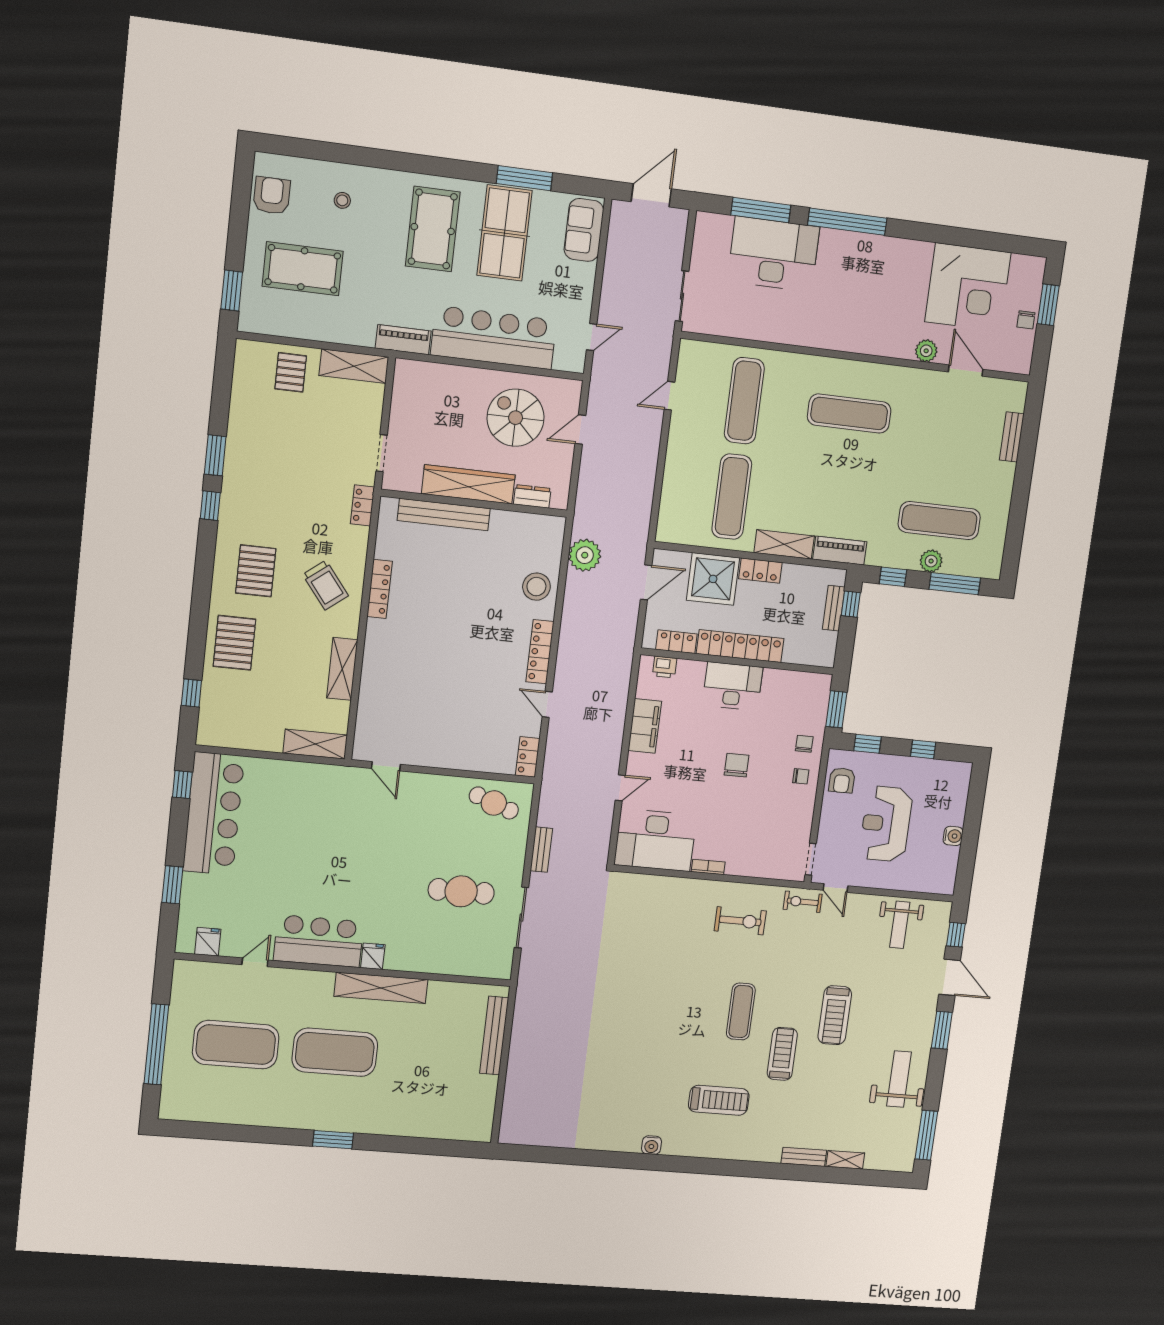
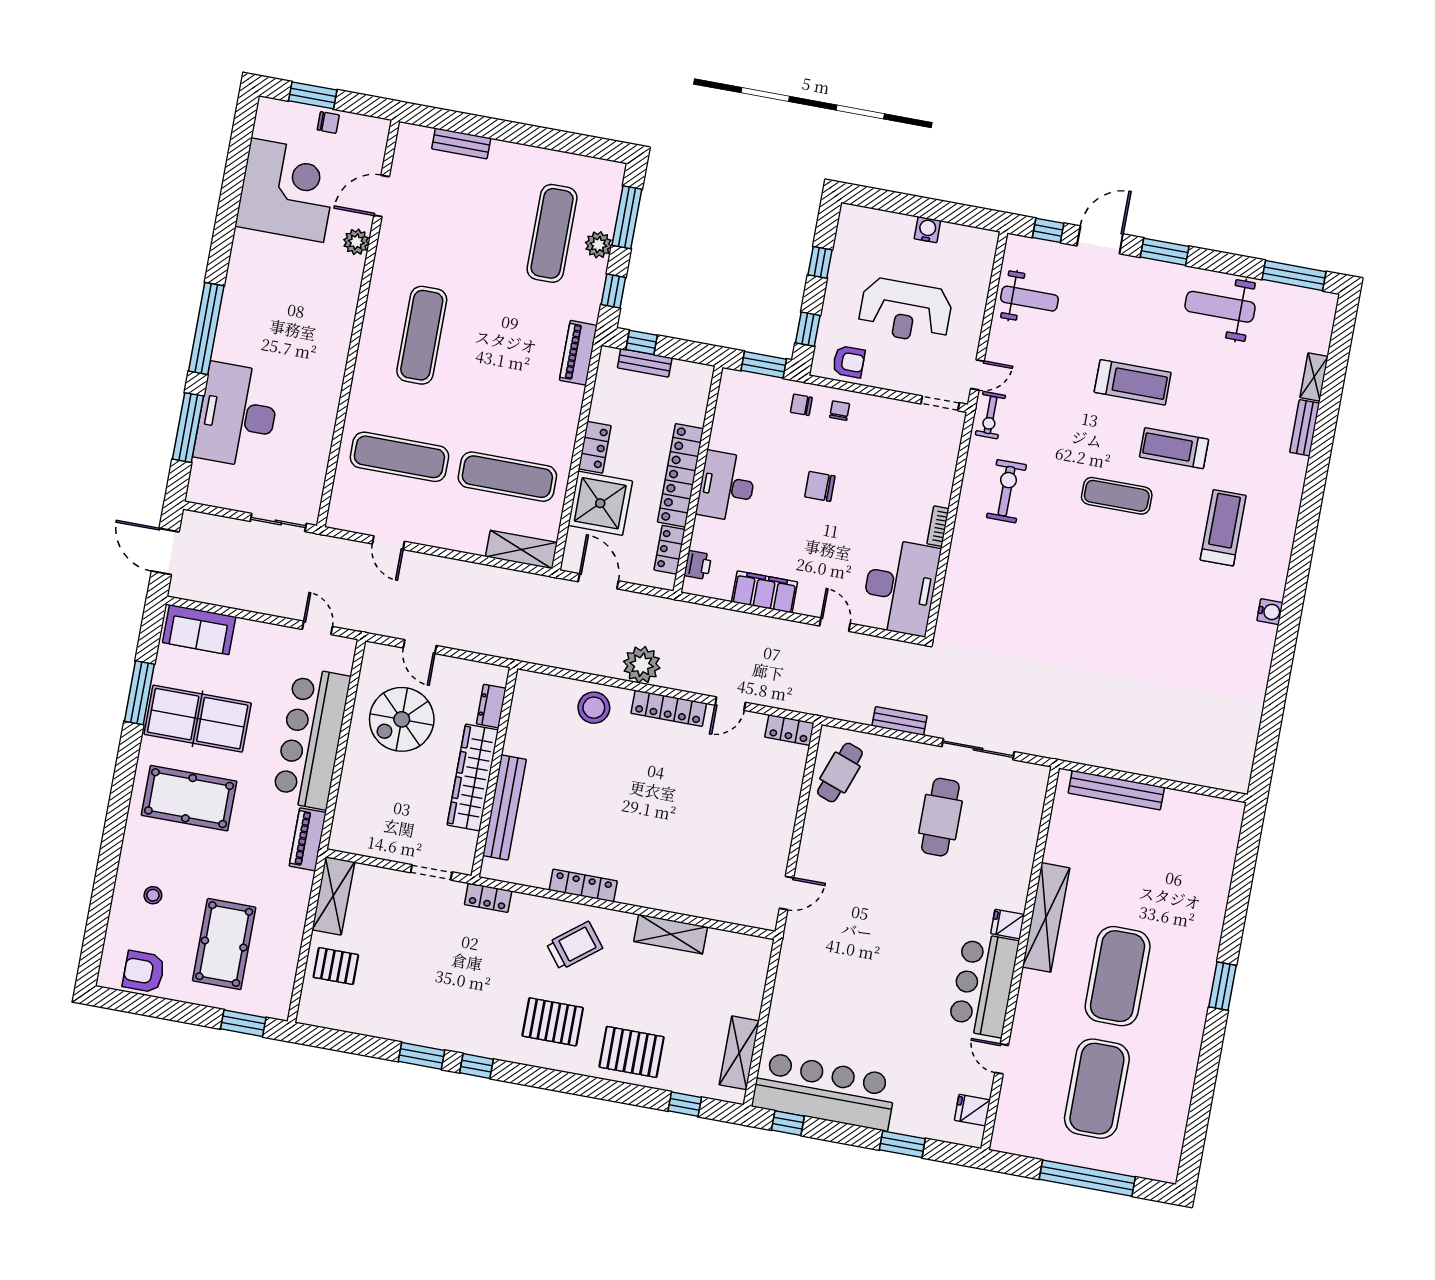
shelving: (784, 544) -> (521, 550), moved, turned 90
plant: (585, 555) -> (642, 665), moved
shelving: (315, 744) -> (739, 1053), moved

